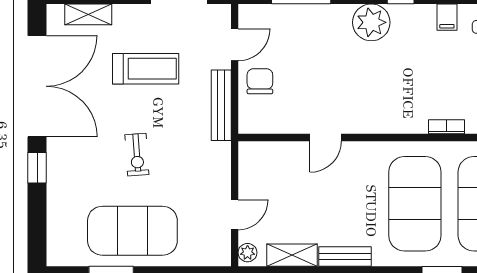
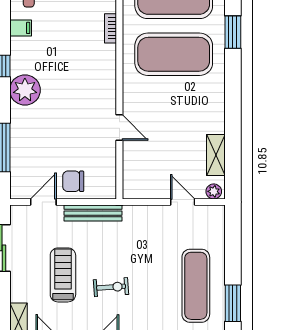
door: (235, 45) -> (43, 202), hinge flipped
exercise bike: (137, 155) -> (111, 287), moved
exercise mat: (132, 231) -> (196, 286), width x0.68
bench: (345, 257) -> (217, 112), removed

